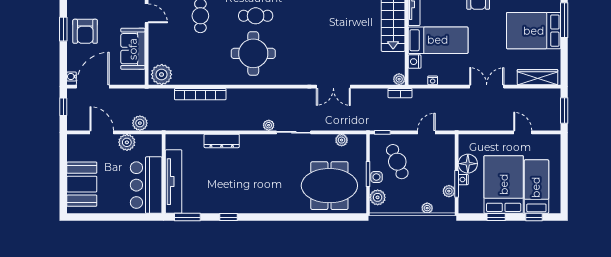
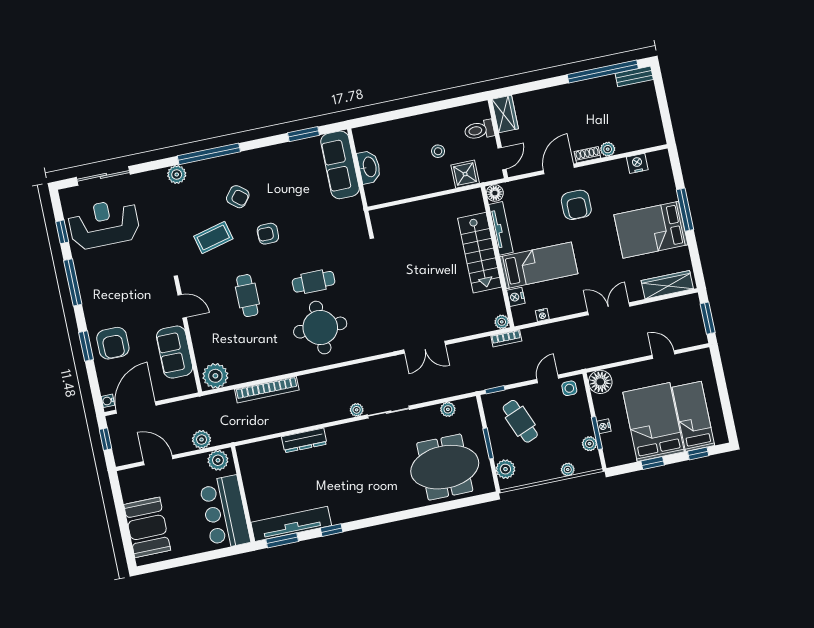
plant: (127, 142) -> (218, 460), moved
floor lamp: (468, 164) -> (600, 382), moved
side table: (376, 177) -> (569, 388), moved
tv unit: (174, 182) -> (291, 524), moved, turned -90

